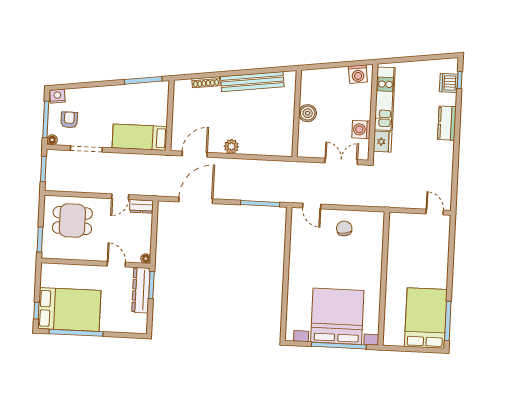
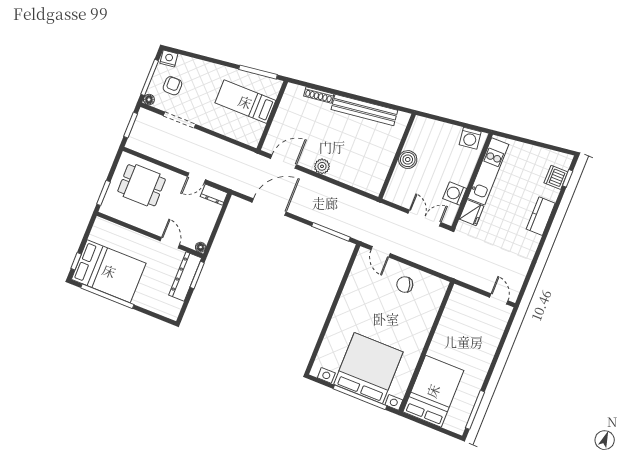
bed: (140, 137) -> (245, 102), moved
chair: (344, 228) -> (405, 285), turned -97
bed: (426, 318) -> (433, 391), moved

